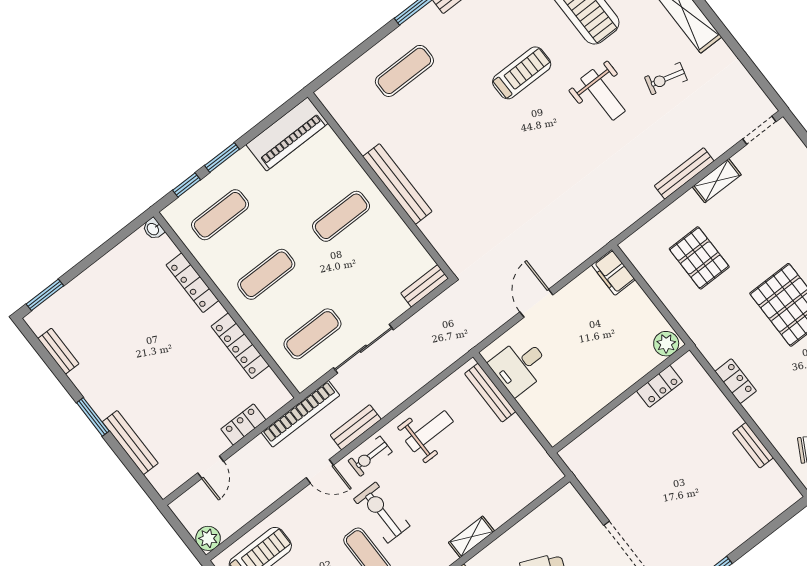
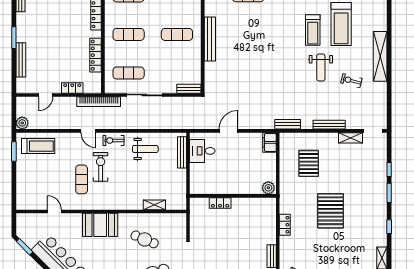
treadmill: (522, 73) -> (313, 30), moved, turned 90
shelving: (717, 181) -> (351, 138), moved
locker: (660, 386) -> (220, 203), moved
bench: (356, 427) -> (288, 124), moved
shelving: (471, 537) -> (154, 205), moved

